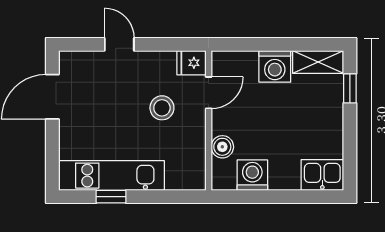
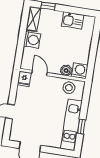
stool: (162, 108) -> (69, 88), moved
washing machine: (252, 175) -> (80, 71), moved, turned 90
kitchen sink: (322, 175) -> (73, 20), moved, turned -90

